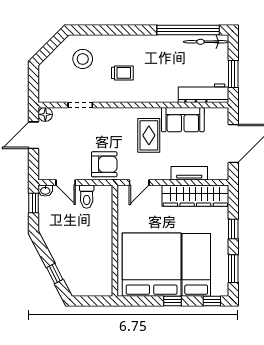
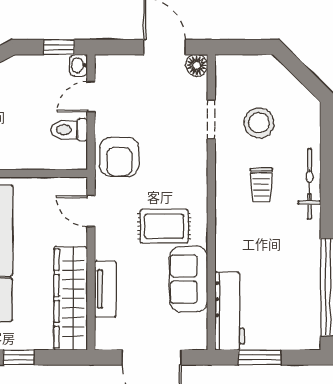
bicycle: (206, 42) -> (310, 184), moved
stool: (83, 59) -> (259, 123), moved

